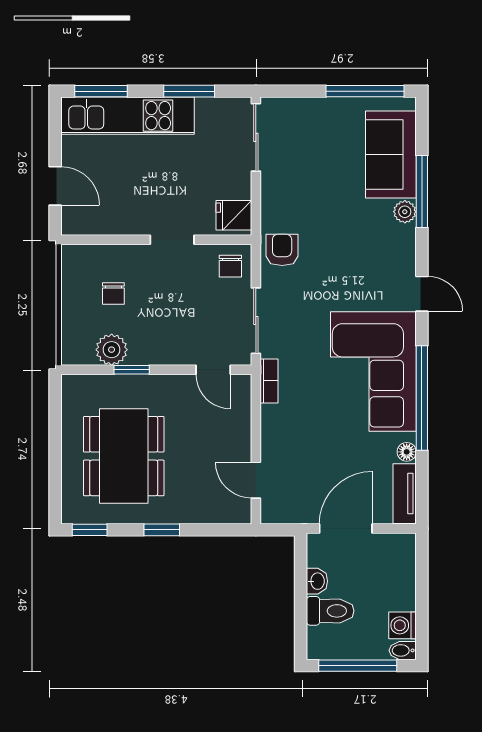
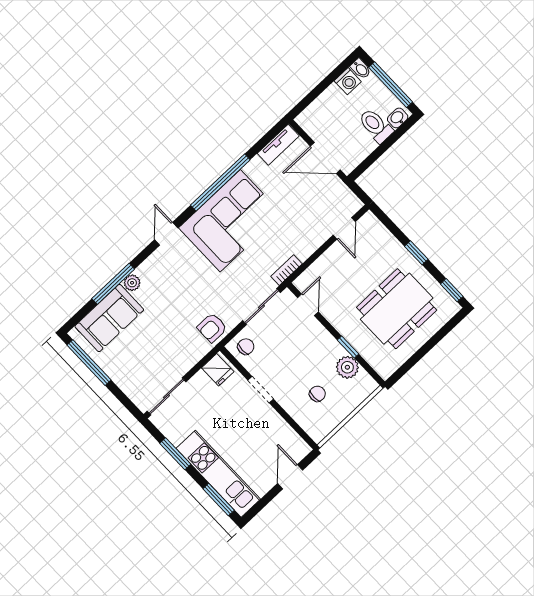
floor lamp: (407, 452) -> (256, 164), removed
washbasin: (317, 581) -> (398, 118), moved

